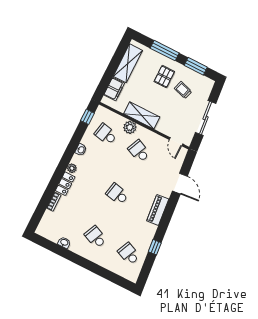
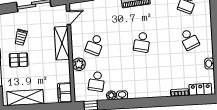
filing cabinet: (114, 89) -> (65, 93), moved, turned -90
shelving: (142, 115) -> (62, 43), moved
plant: (72, 168) -> (111, 95), moved
locker: (65, 184) -> (200, 89), moved
school desk: (96, 237) -> (189, 39), turned -48

